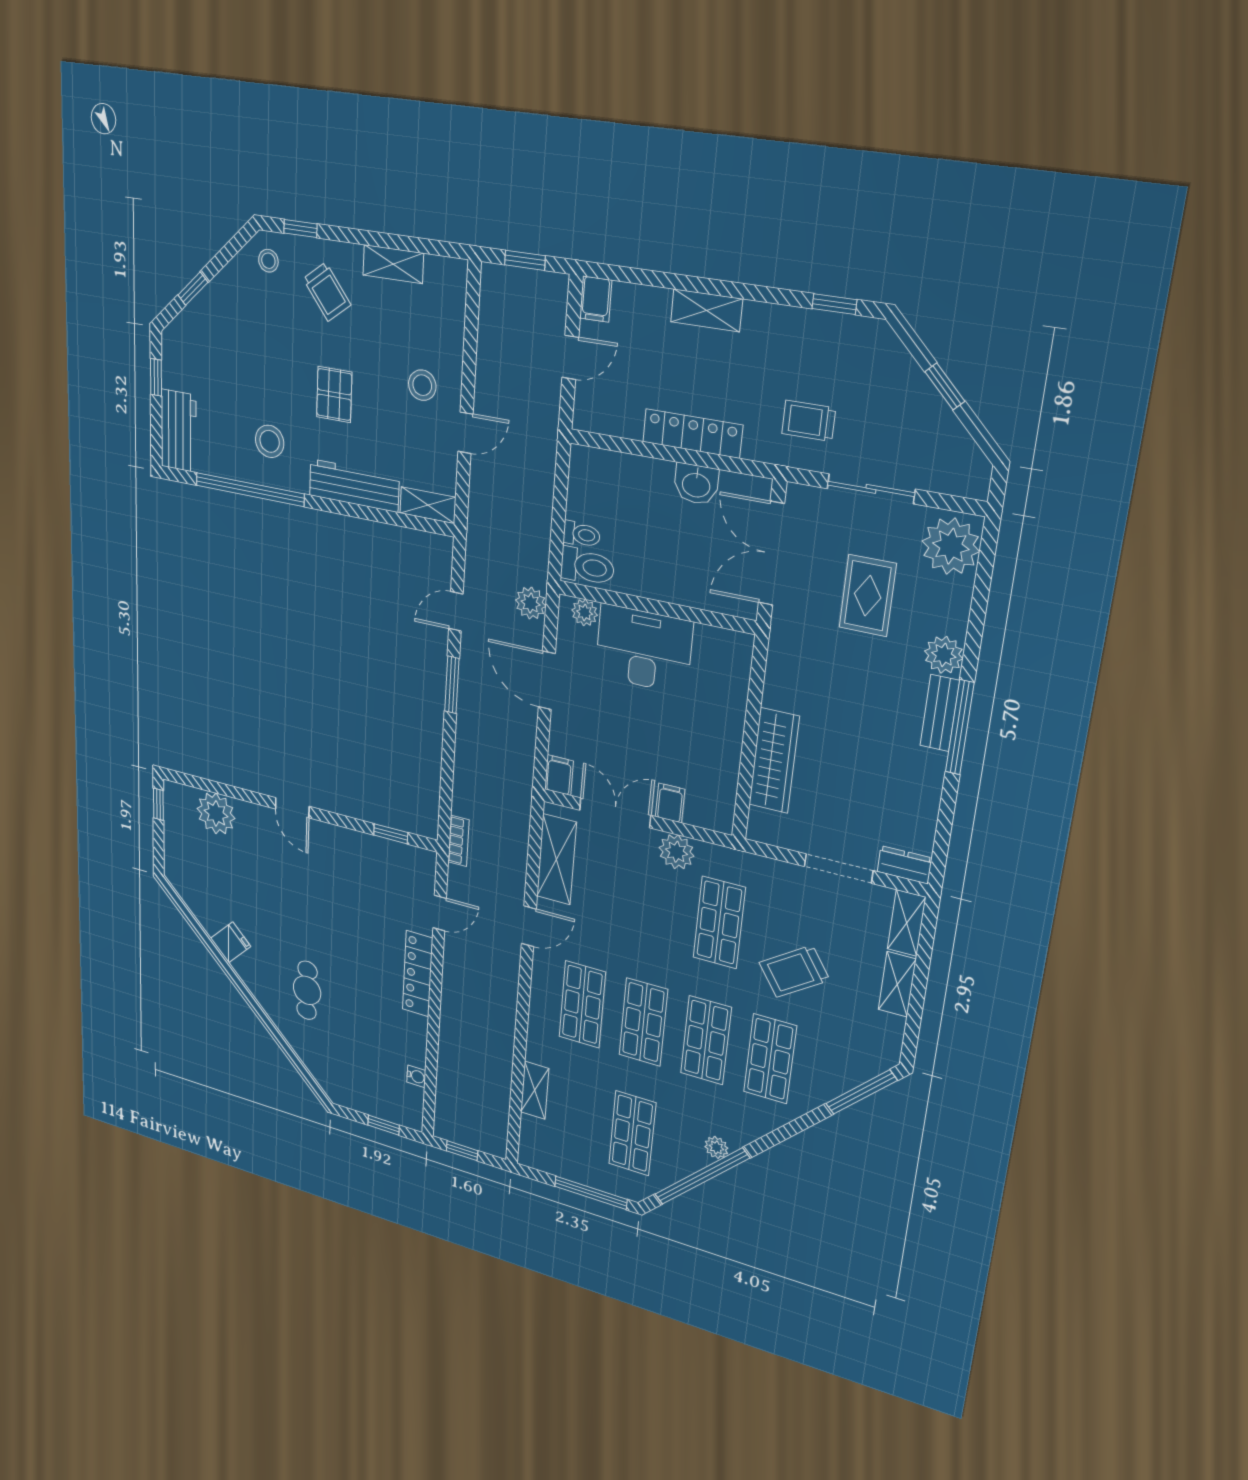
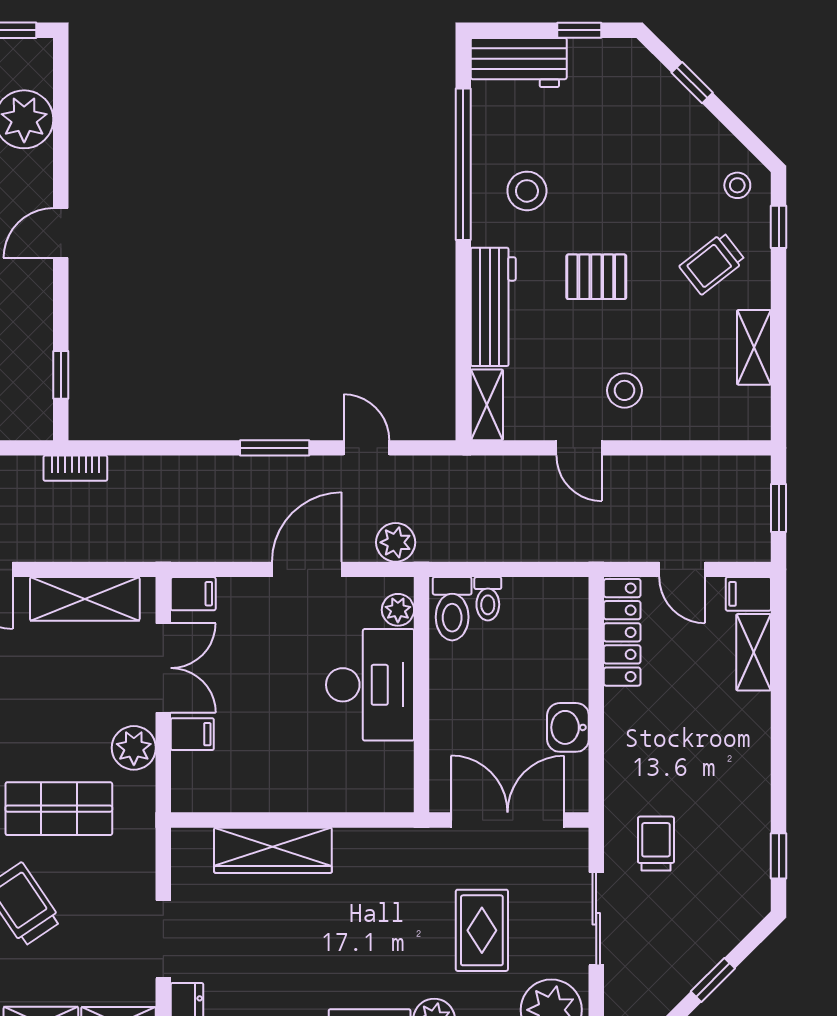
shelving: (706, 310) -> (754, 652), moved
locker: (692, 433) -> (622, 632), moved
rug: (868, 596) -> (482, 930), turned 90

